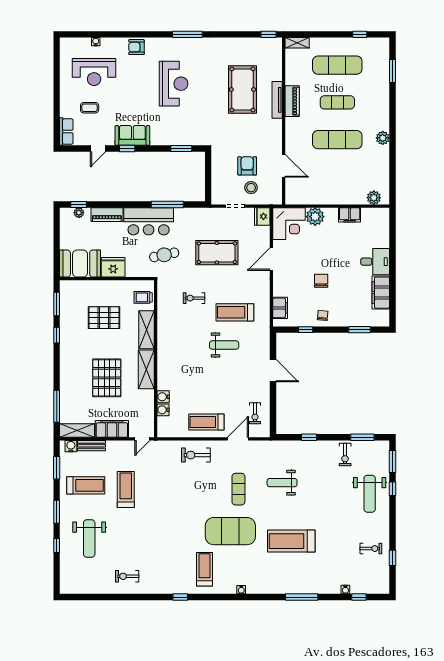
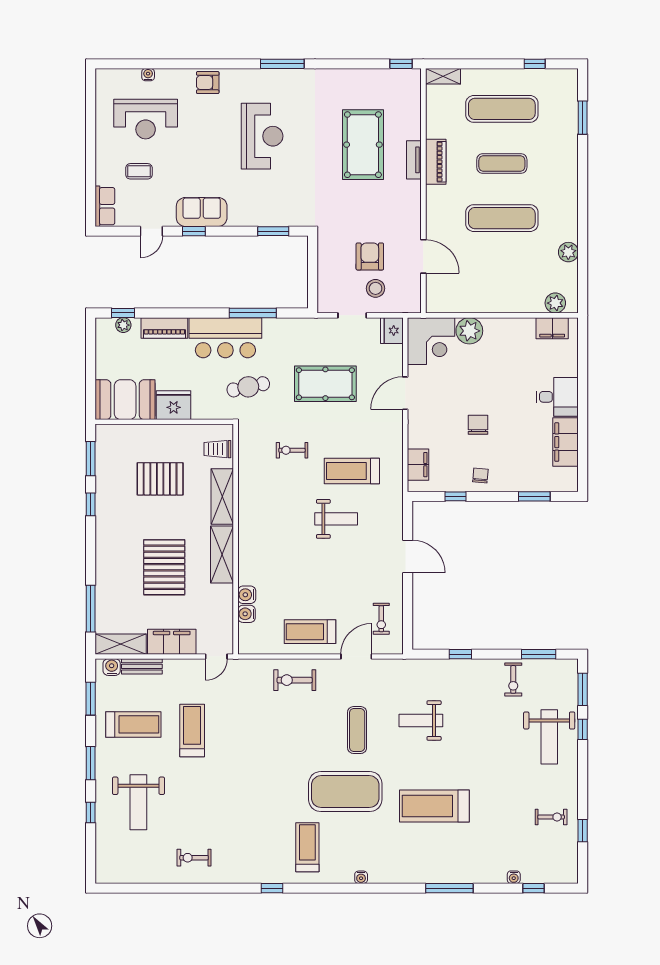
tv unit: (277, 100) -> (414, 160), width x0.71
plant: (383, 138) -> (568, 252), moved
filing cabinet: (350, 215) -> (552, 328), moved

